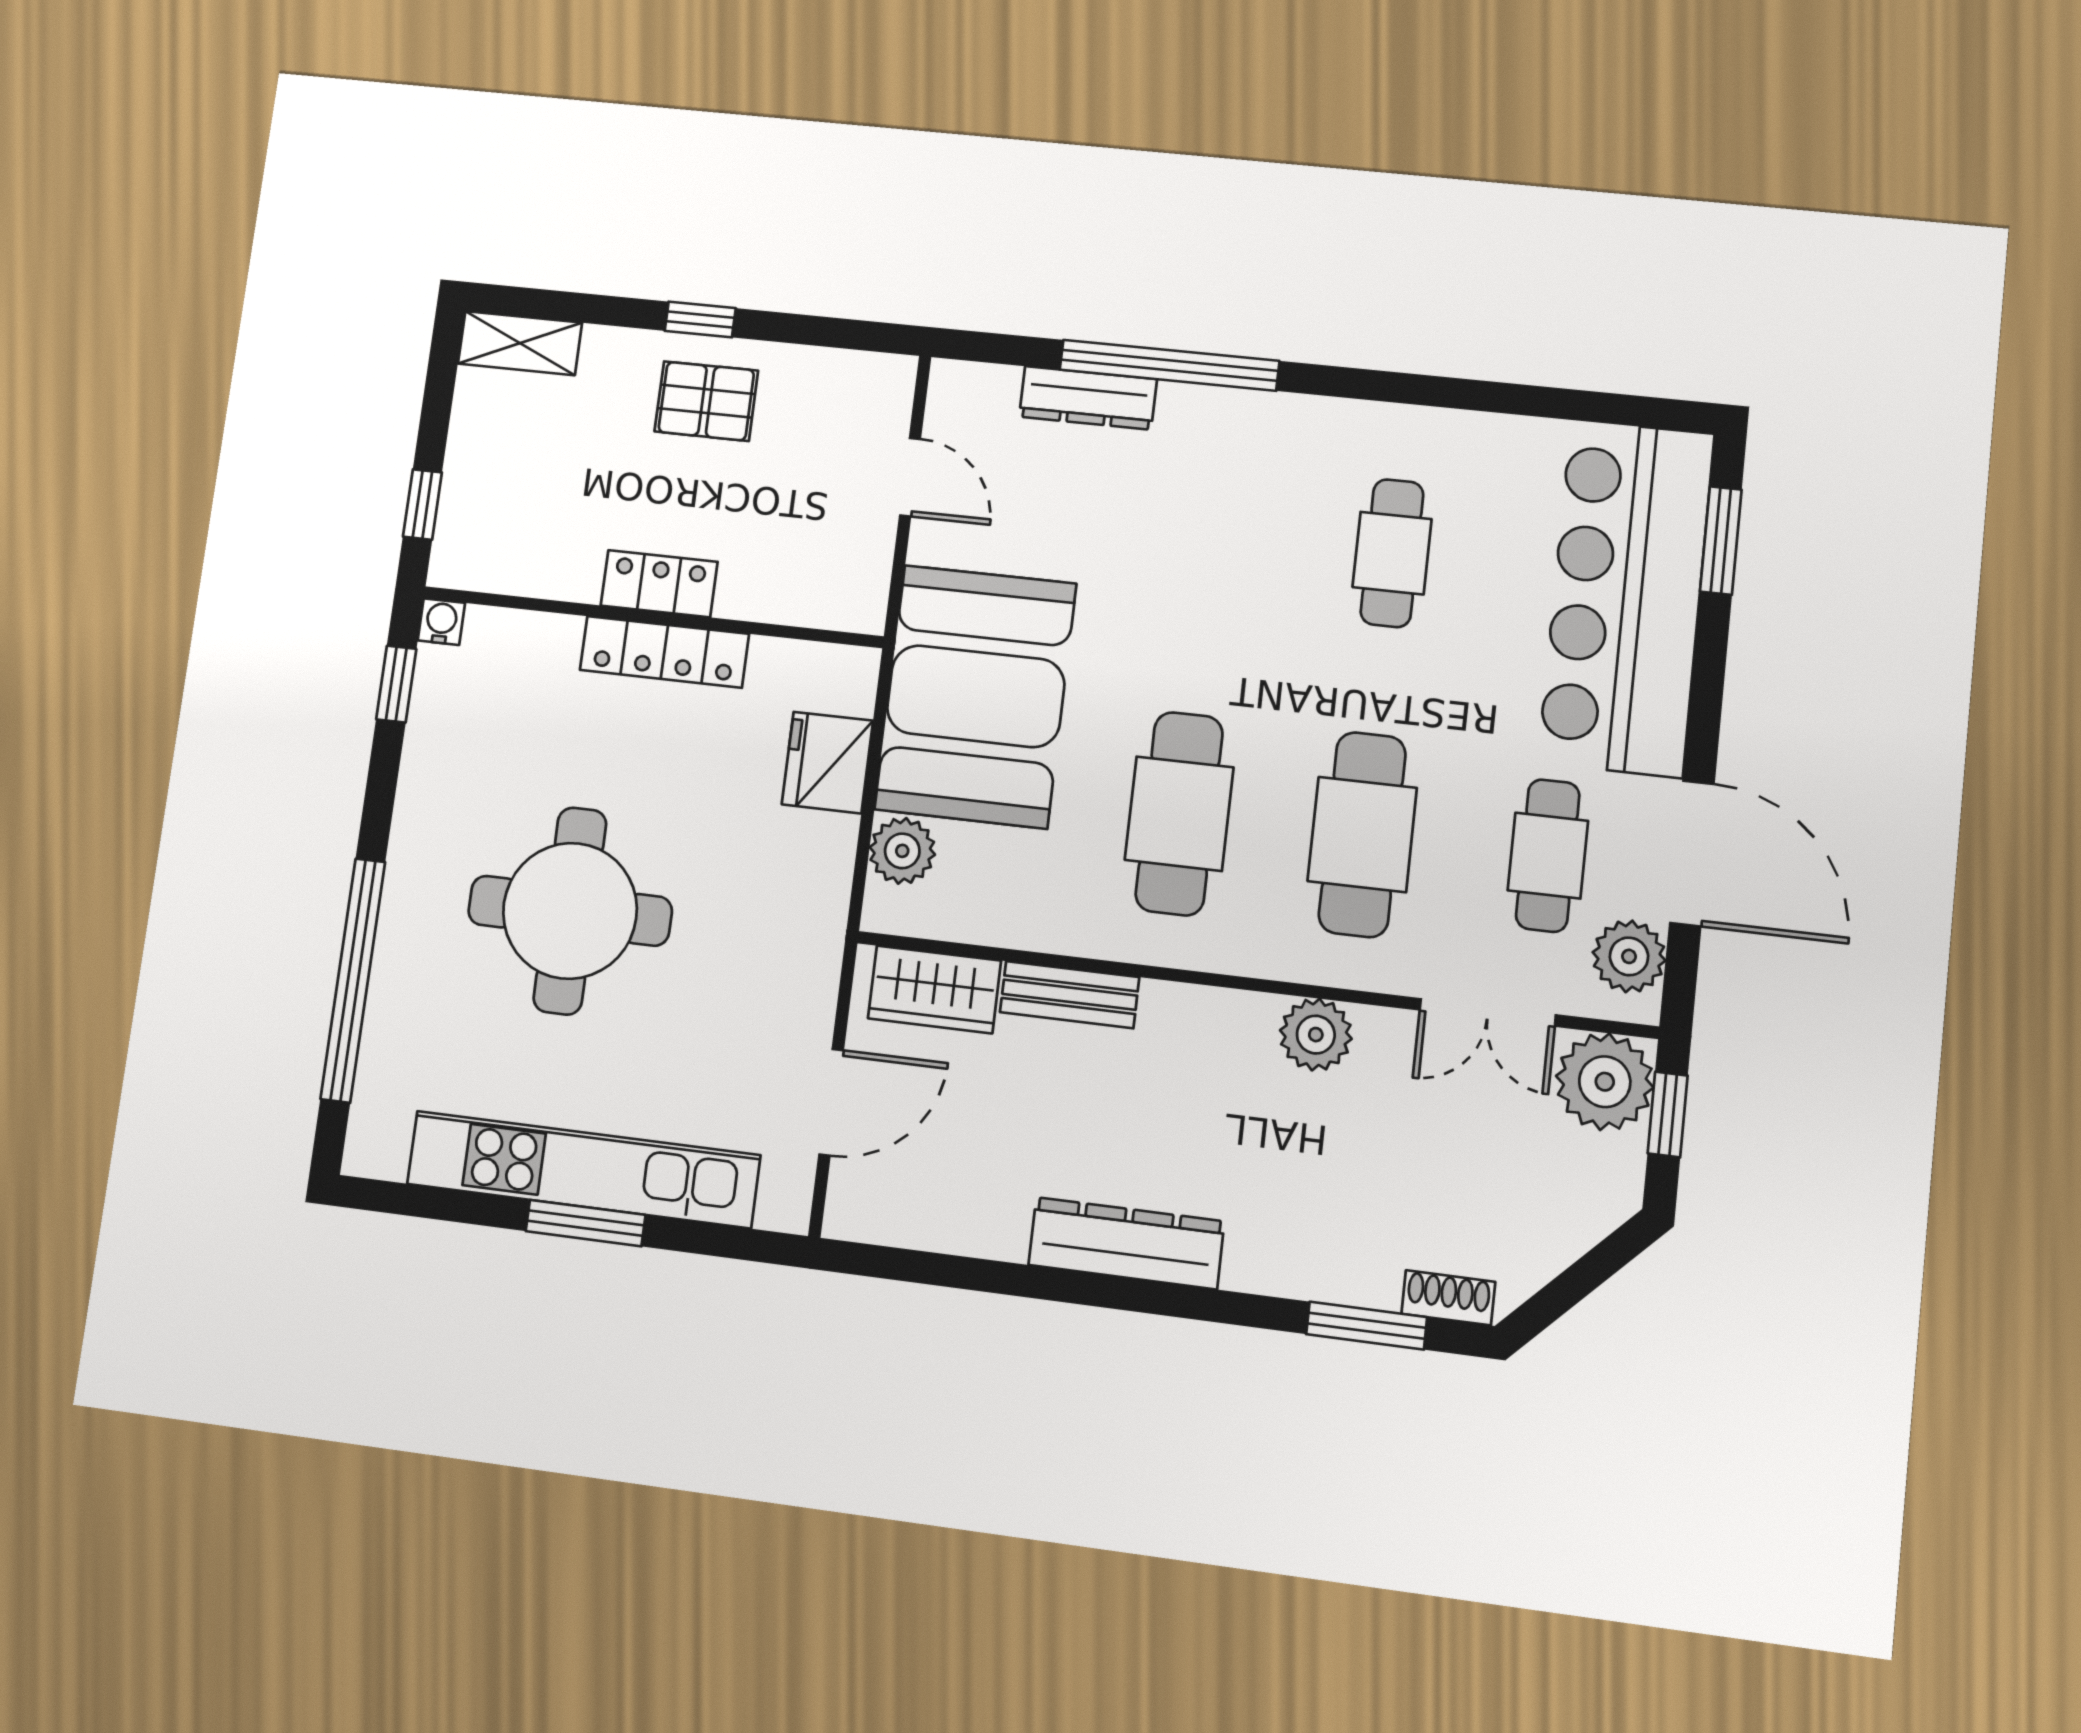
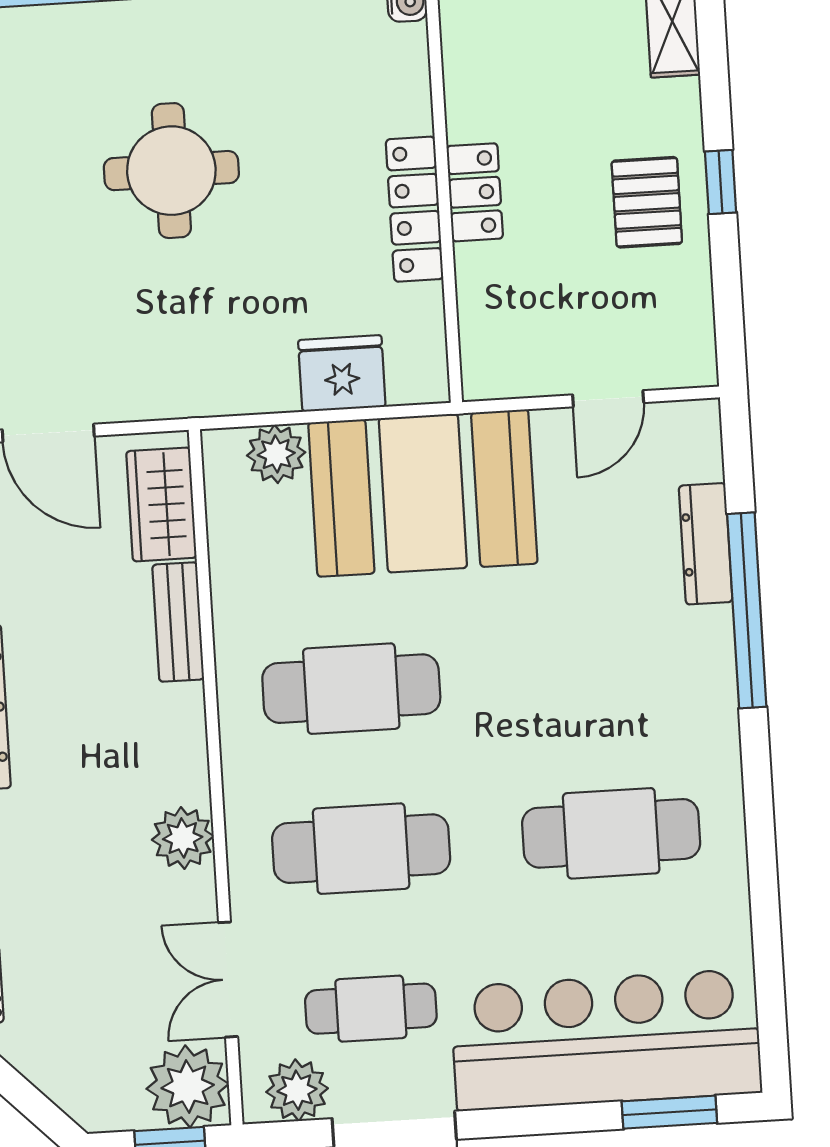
cafe table: (1392, 553) -> (611, 833), width x1.37, depth x1.35
round table: (570, 911) -> (171, 171), width x0.73, depth x0.73

